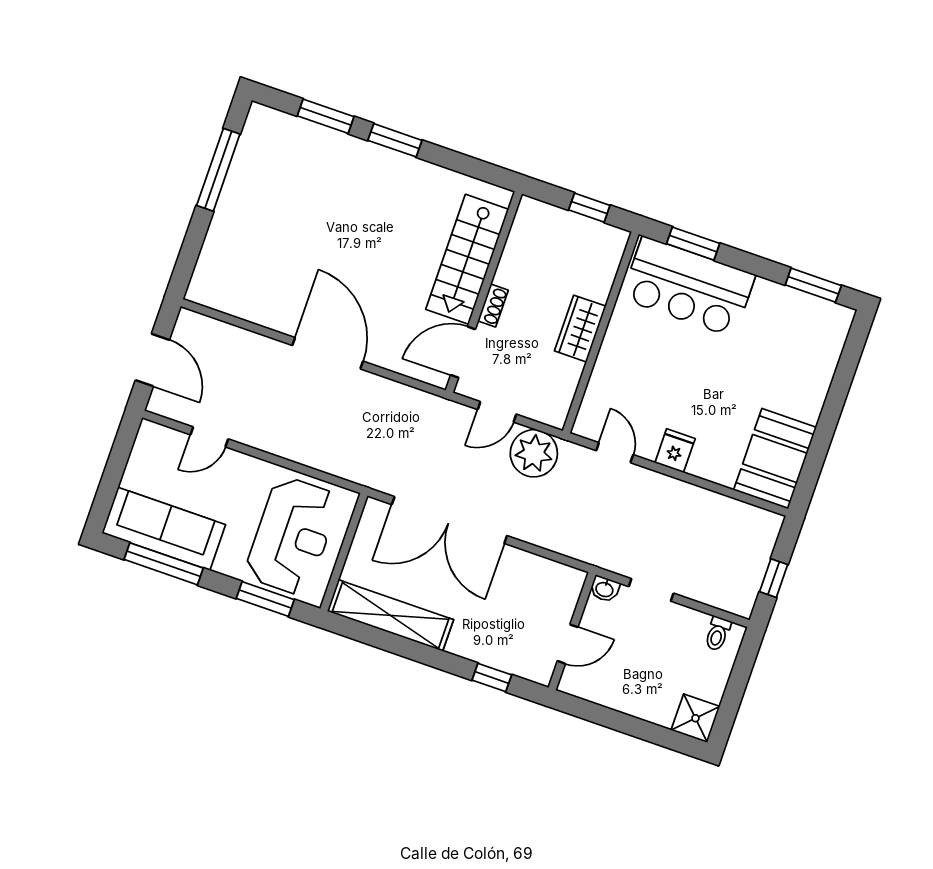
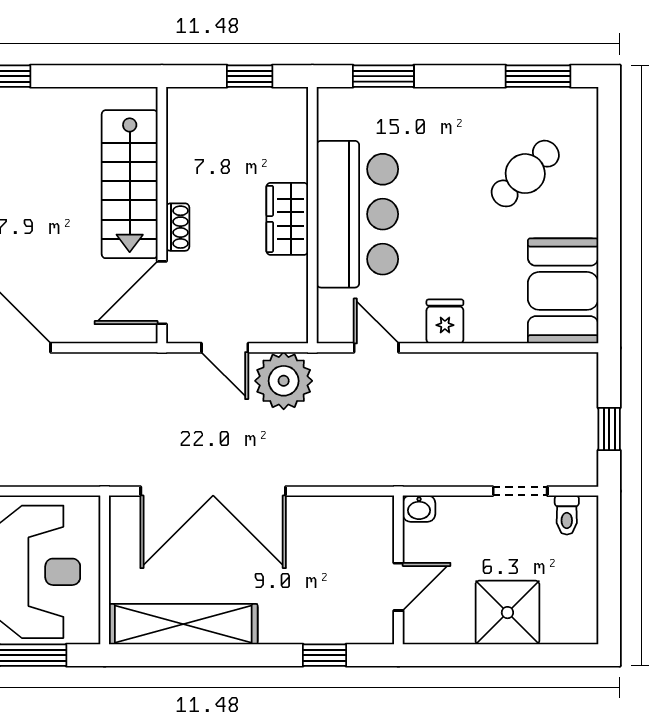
bar counter: (688, 287) -> (357, 214), moved, turned -90
cafe table: (777, 357) -> (525, 174), added
door: (497, 412) -> (225, 348), hinge flipped
doorway: (651, 590) -> (520, 491), moved
shower: (695, 718) -> (507, 613), moved, width x1.36, depth x1.36

